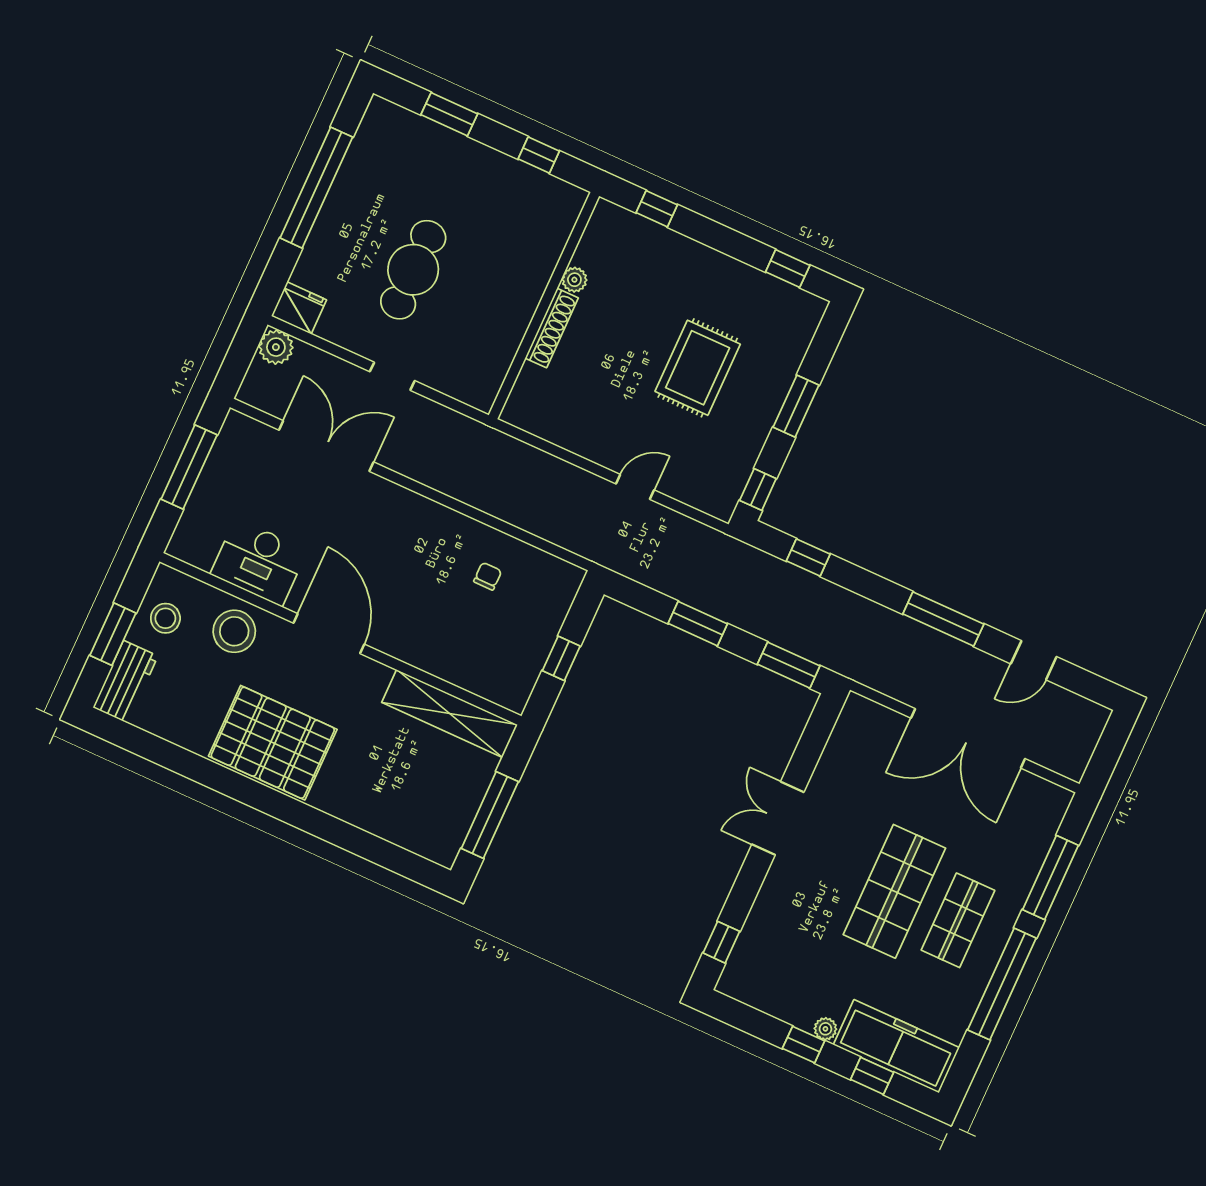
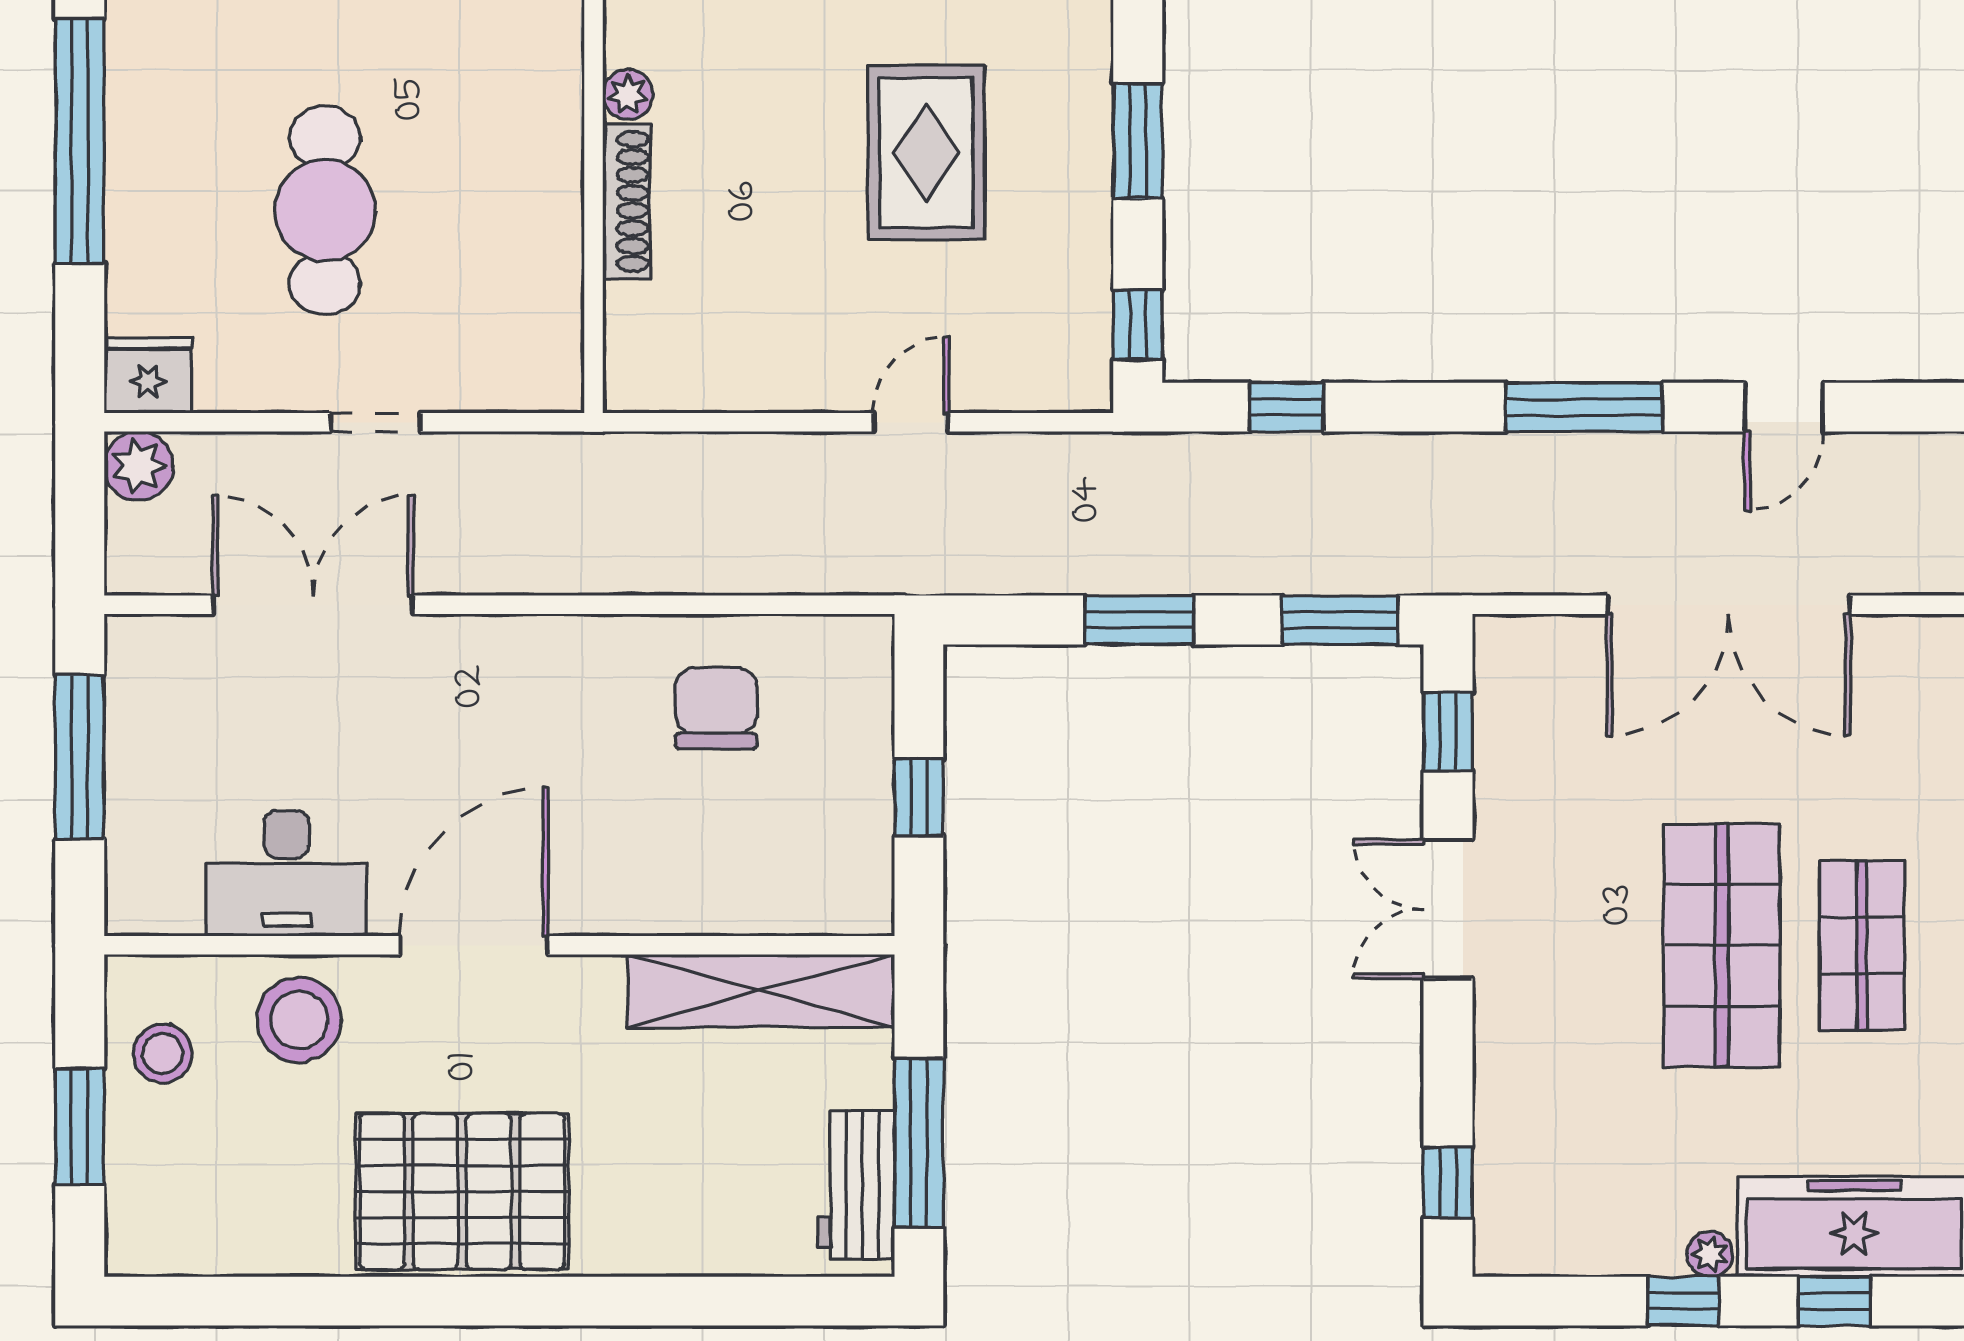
chair: (488, 576) -> (716, 708), width x1.87, depth x1.87
door: (329, 634) -> (474, 945), hinge flipped
workbench: (125, 682) -> (856, 1185), moved, turned 180
window: (814, 738) -> (1448, 732), added

